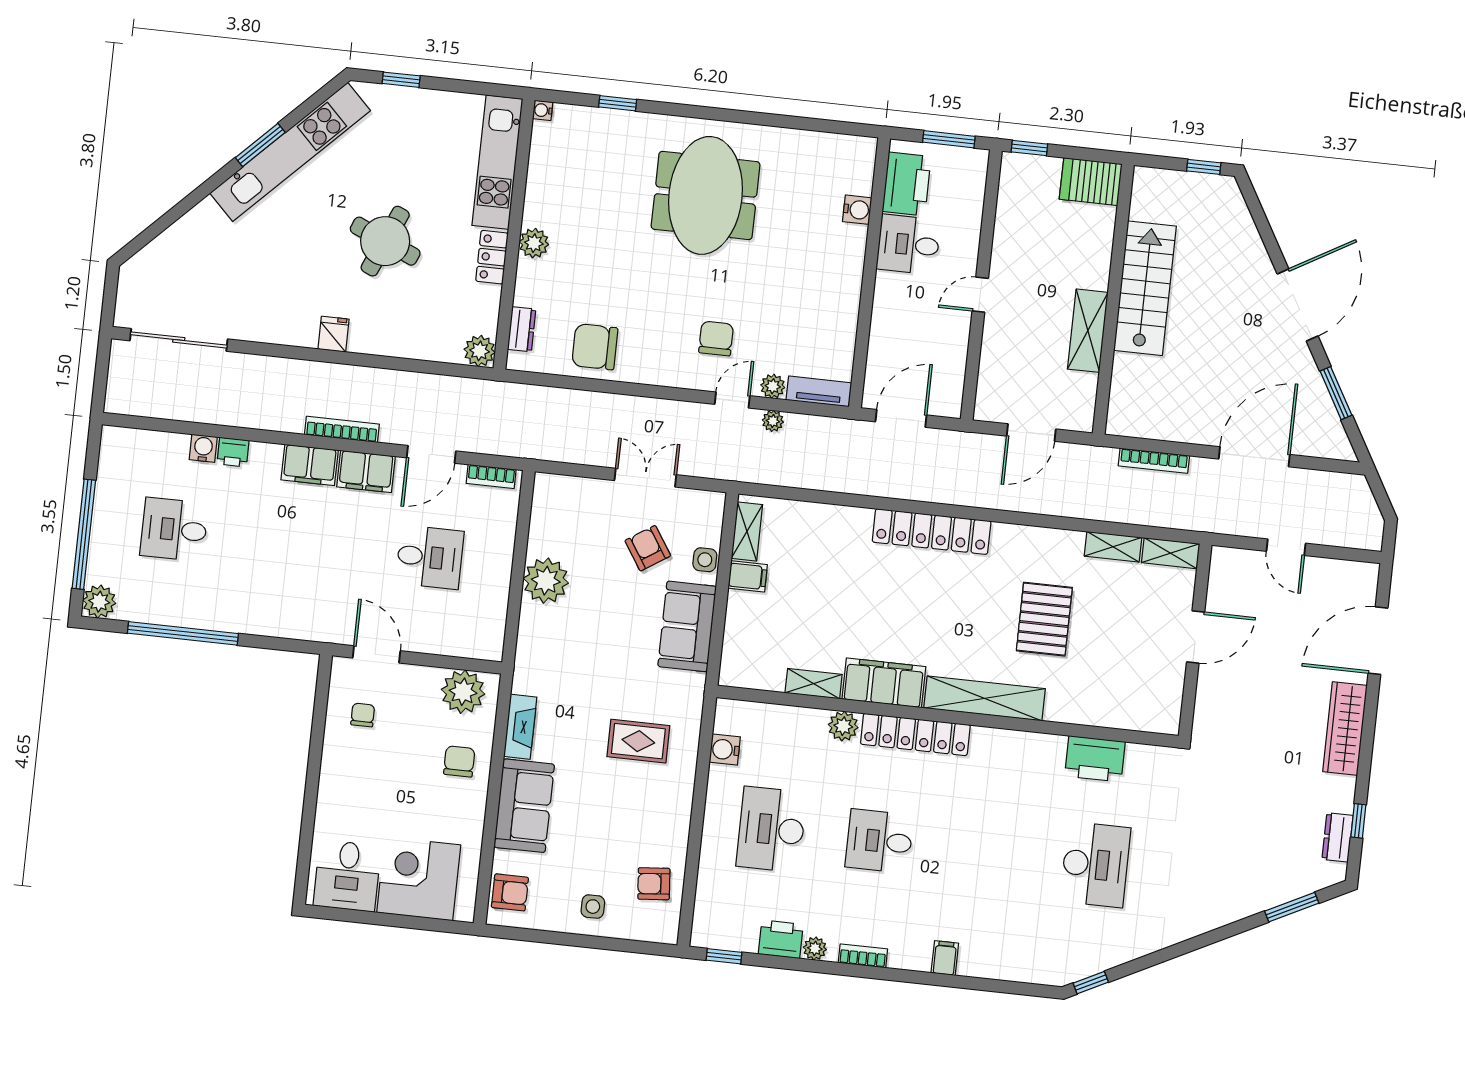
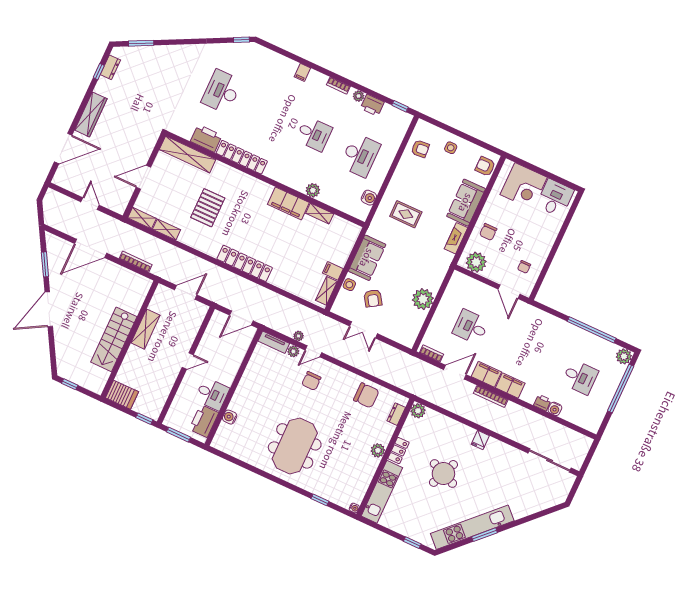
shelving: (984, 698) -> (188, 154), moved
locker: (915, 734) -> (242, 157), moved

